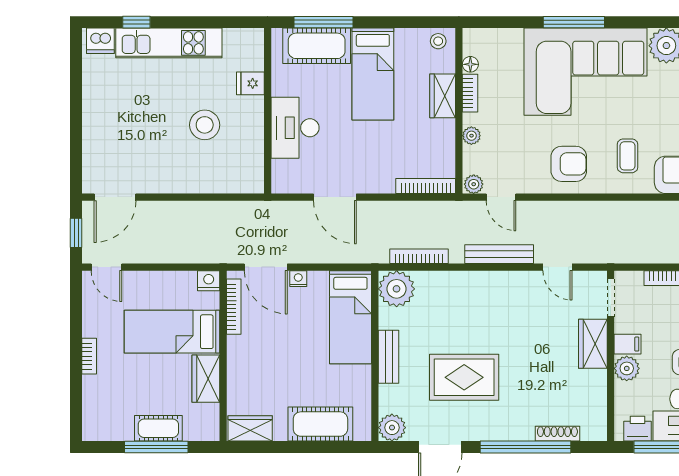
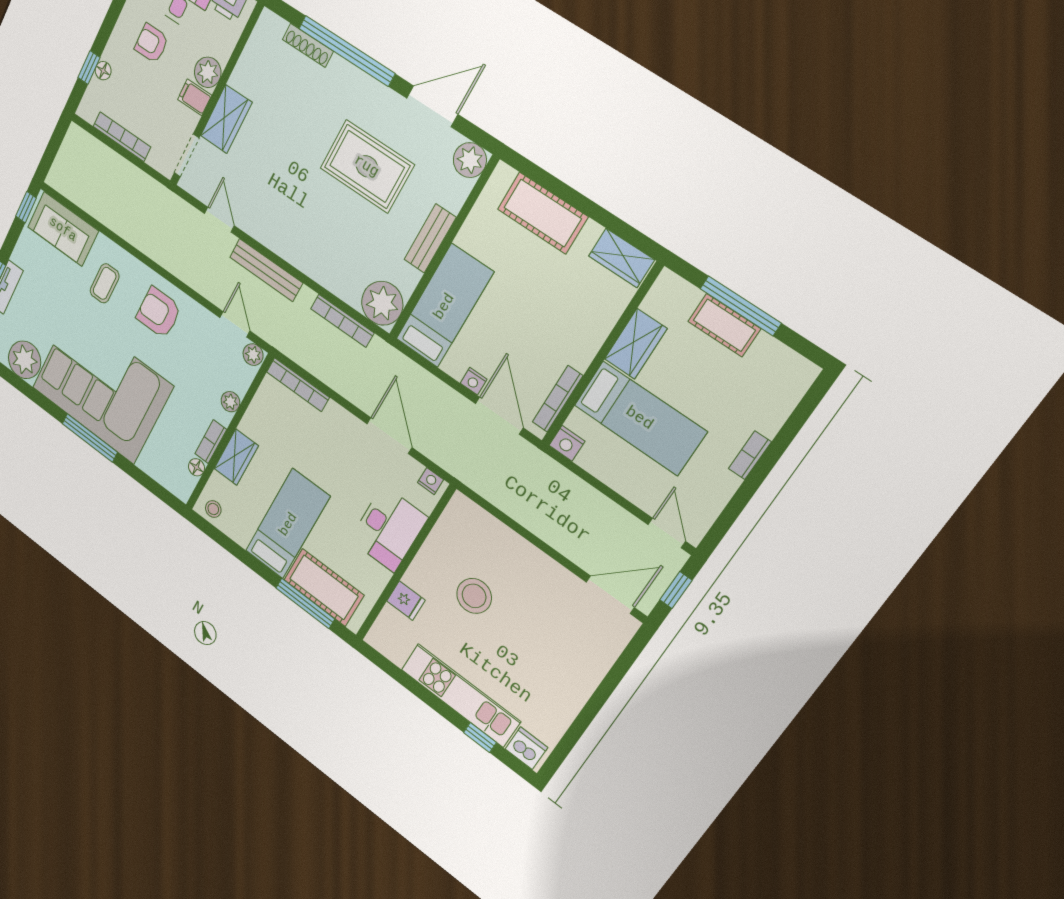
nightstand: (286, 186) -> (430, 481), added

